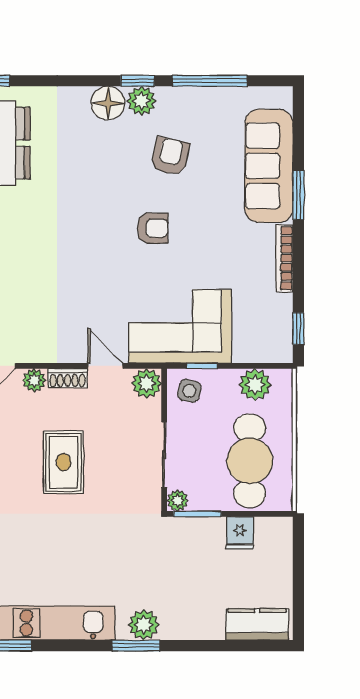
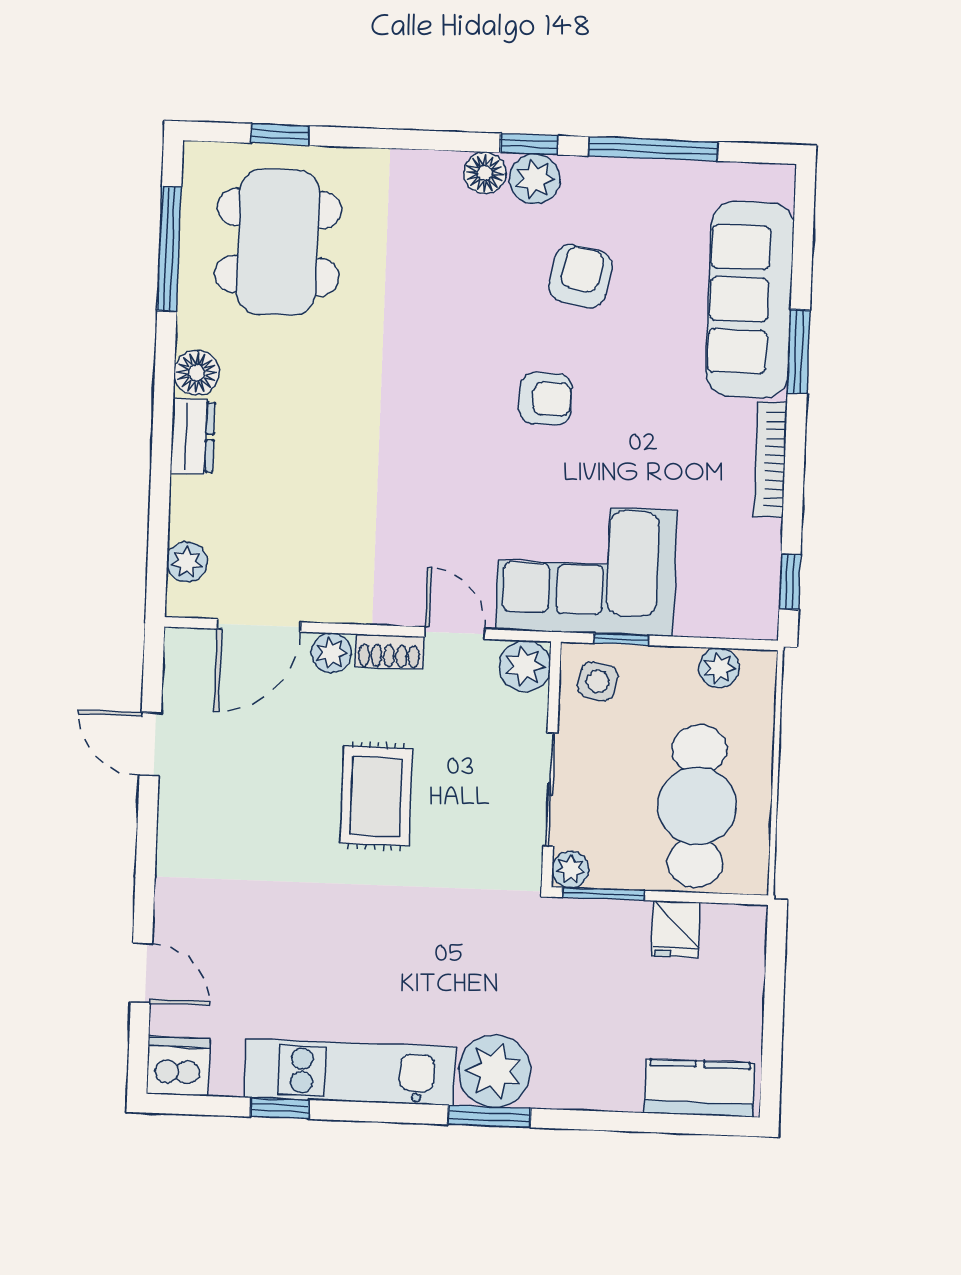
floor lamp: (108, 103) -> (485, 173), width x0.73, depth x0.73
plant: (255, 385) -> (719, 668), width x0.73, depth x0.73
plant: (144, 625) -> (495, 1071), width x1.36, depth x1.36

